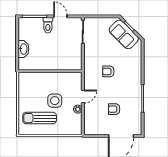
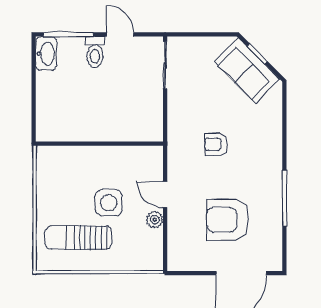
washbasin: (23, 49) -> (46, 54), moved
door: (83, 97) -> (165, 194), swing flipped
armchair: (114, 109) -> (228, 220), width x1.88, depth x1.88

